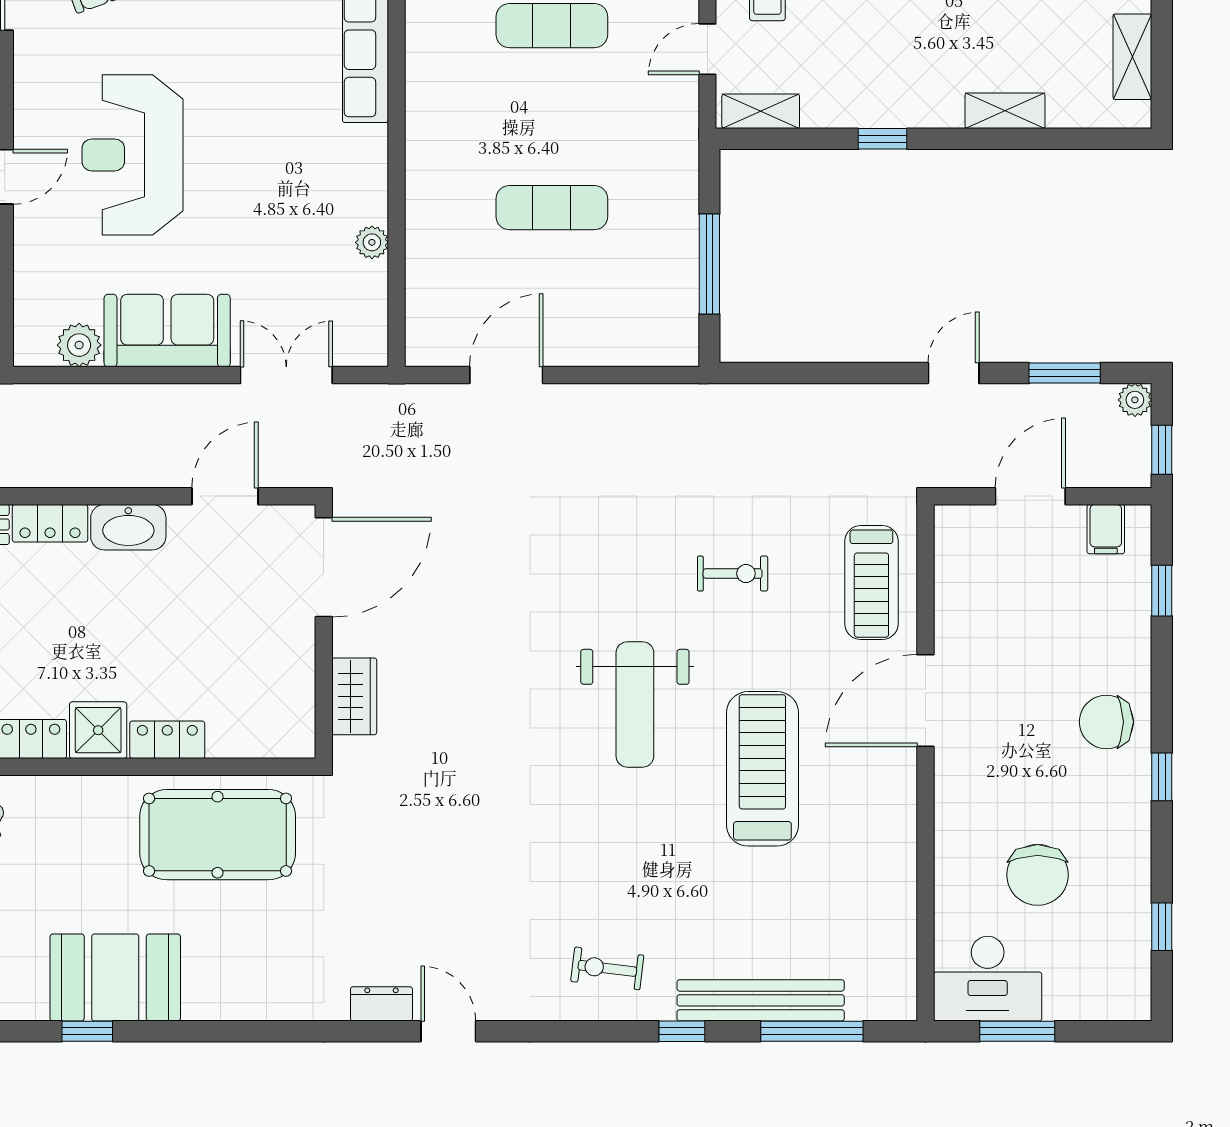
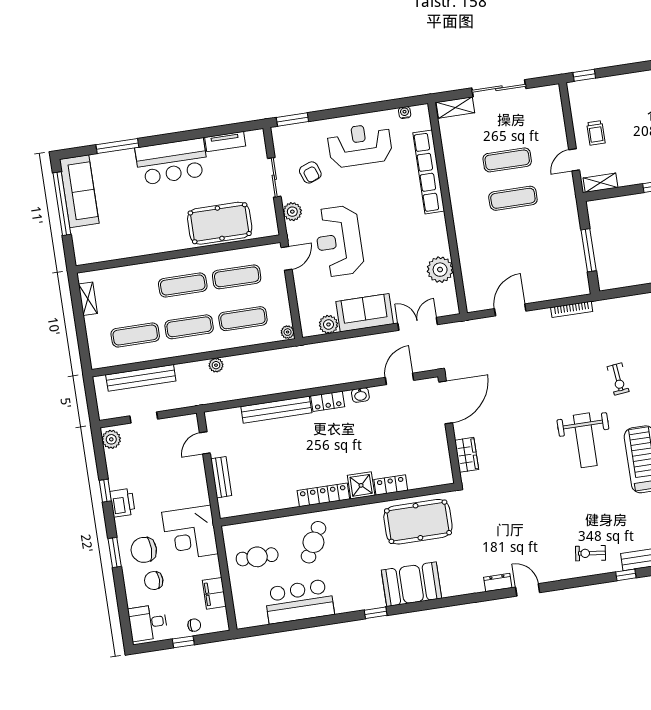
plant: (35, 70) -> (292, 212), added
exercise mat: (552, 208) -> (513, 198), moved
plant: (372, 242) -> (440, 270), width x1.88, depth x1.88
bookcase: (649, 395) -> (572, 309), added
washbasin: (128, 527) -> (360, 395), width x0.52, depth x0.69
exercise bike: (733, 574) -> (618, 379), turned 84
booth: (115, 978) -> (411, 584), moved

